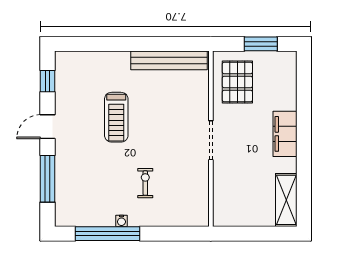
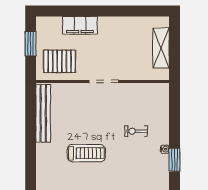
filing cabinet: (285, 134) -> (80, 25), moved
shelving: (286, 200) -> (161, 48), moved, turned 90
window: (108, 234) -> (174, 160), width x0.47

